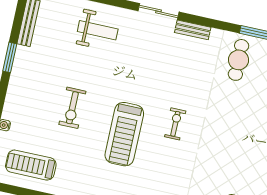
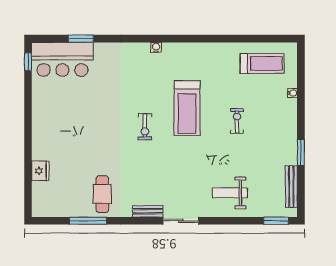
exercise bike: (72, 108) -> (237, 121), width x0.73, depth x0.72
treadmill: (124, 134) -> (187, 108), turned 180

